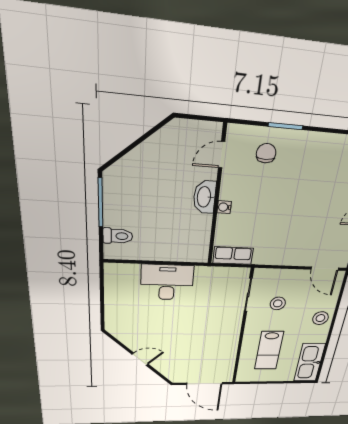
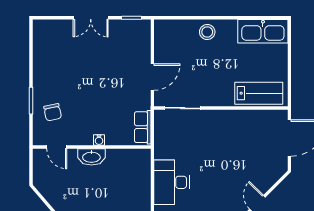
chair: (266, 153) -> (53, 112), turned -102
door: (325, 269) -> (152, 77), moved
stool: (278, 303) -> (191, 78), removed
lab bench: (269, 350) -> (259, 93), moved

